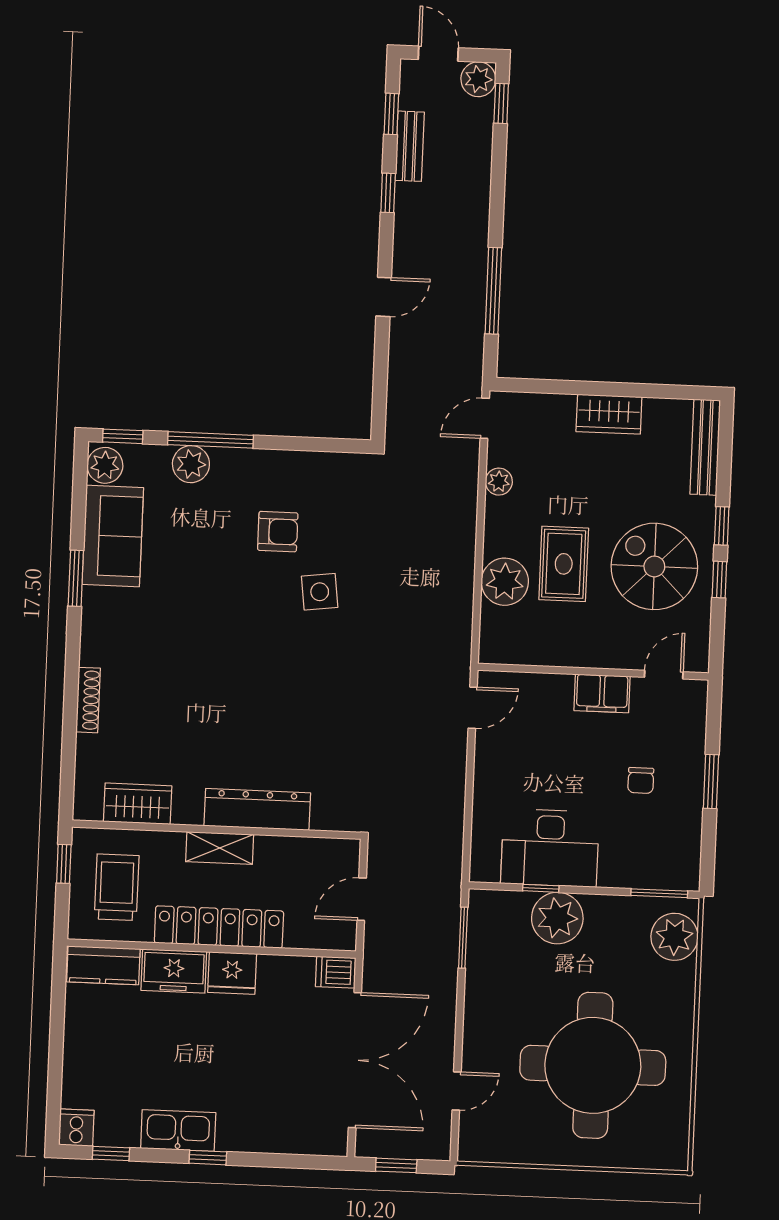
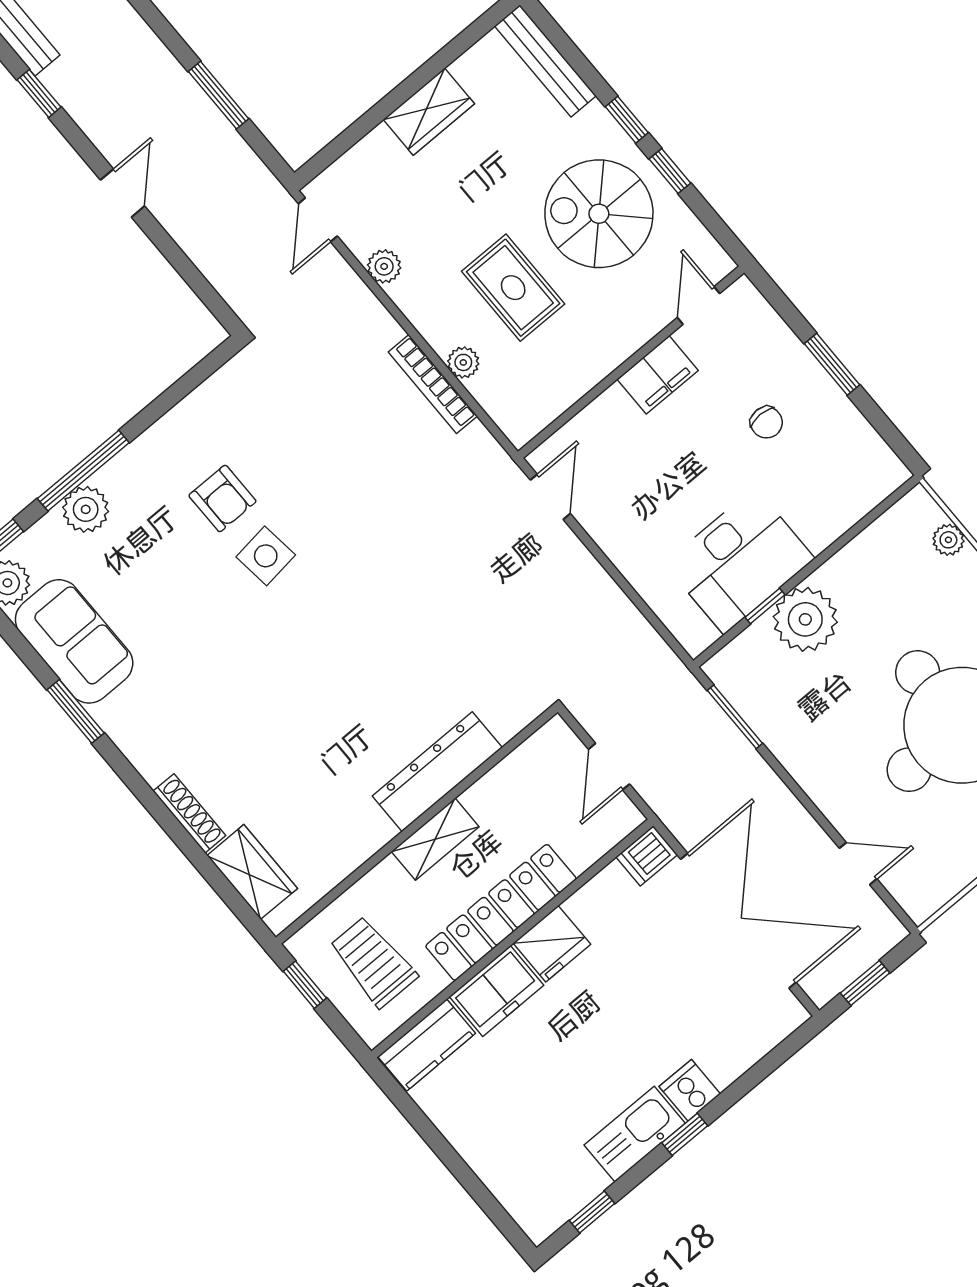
window: (493, 291) -> (218, 95), width x0.69
armchair: (278, 532) -> (222, 498), turned 90
bookcase: (464, 577) -> (433, 384), added
plant: (505, 582) -> (463, 362), width x0.53, depth x0.53
side table: (320, 592) -> (266, 556), moved
wardrobe: (138, 804) -> (252, 872), moved, turned 90
window: (659, 893) -> (878, 511), removed
plant: (674, 937) -> (948, 540), width x0.53, depth x0.53
door: (457, 1091) -> (858, 864), hinge flipped
cooker: (76, 1128) -> (690, 1090), moved

